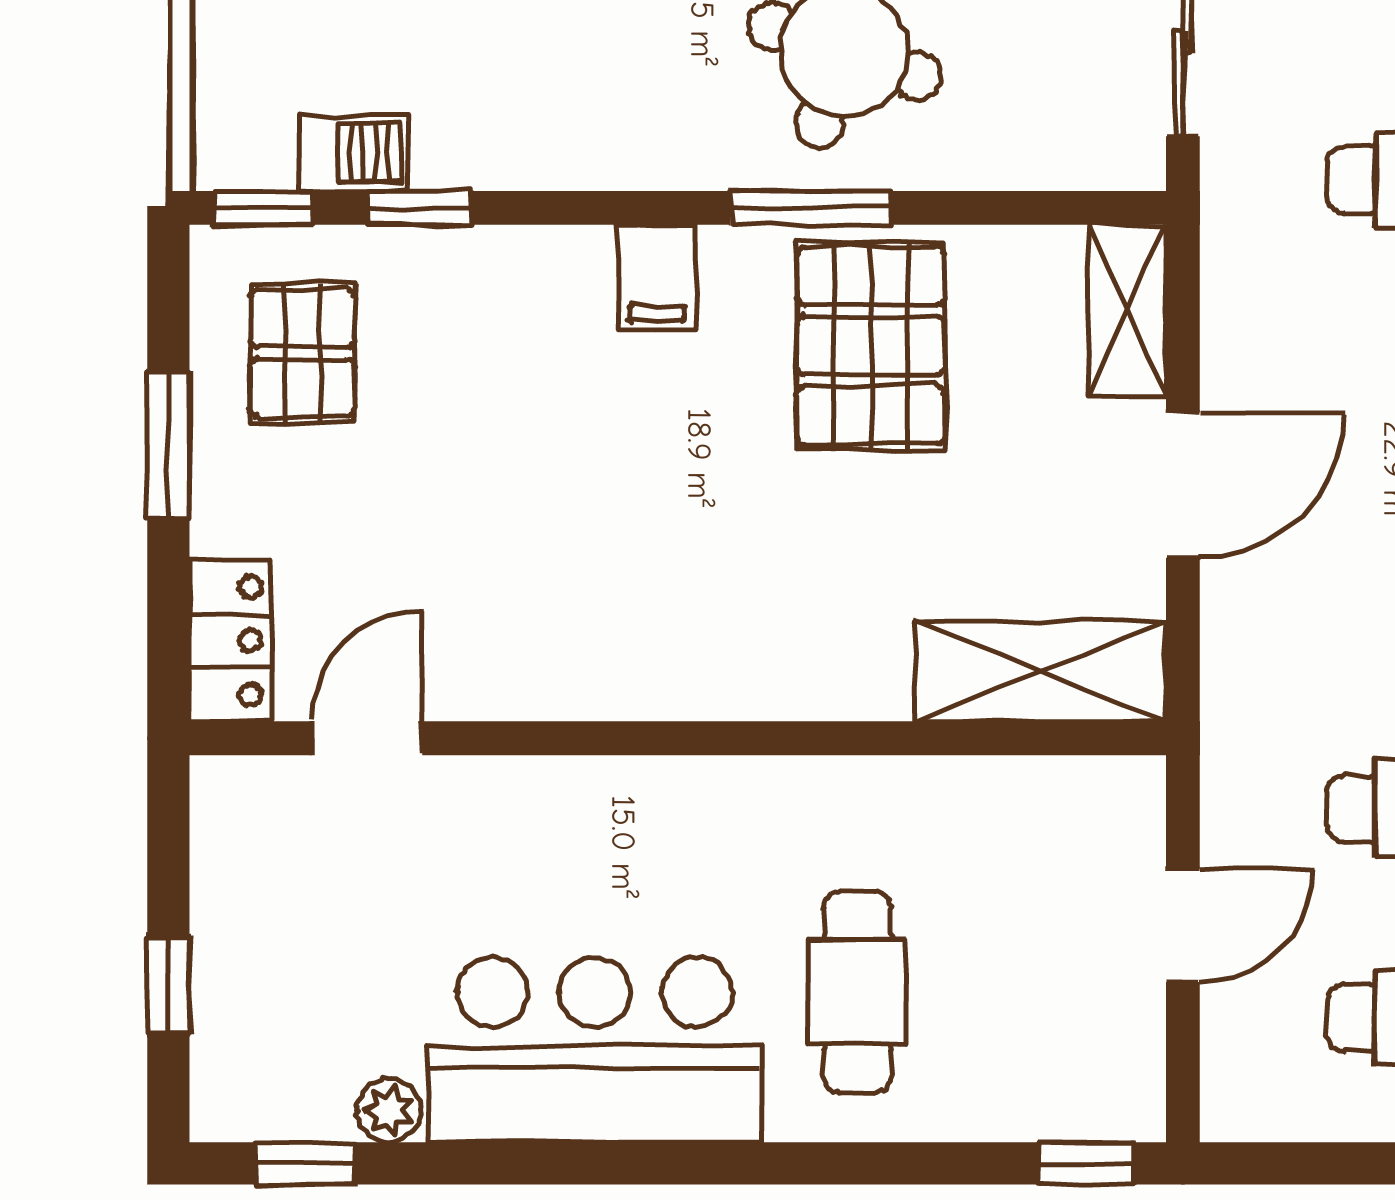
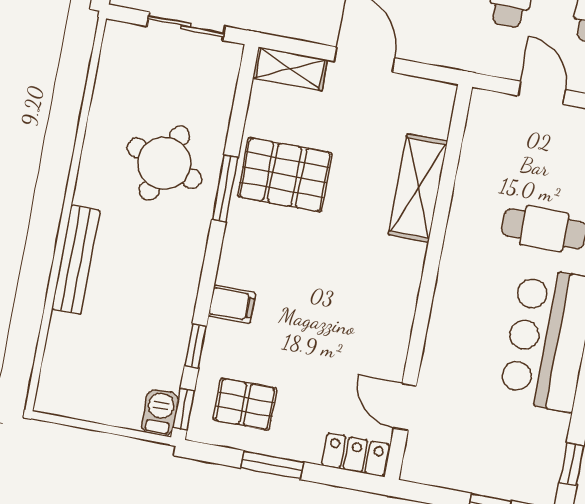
barbecue: (353, 152) -> (160, 413), moved
filing cabinet: (657, 277) -> (232, 304), moved
shelving: (1040, 671) -> (418, 188), moved
plant: (389, 1110) -> (557, 426), removed

